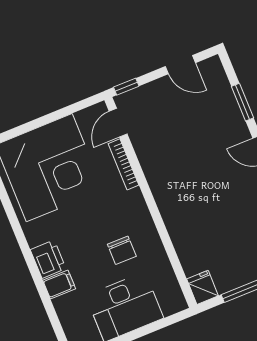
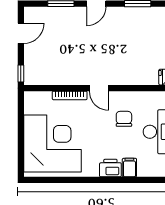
door: (118, 123) -> (99, 88), moved
chair: (122, 250) -> (124, 119), turned -90

